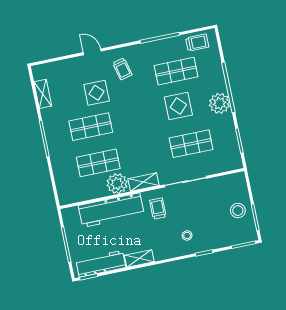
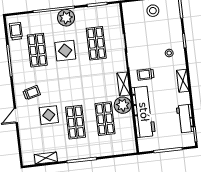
shelving: (139, 259) -> (183, 81), moved
workbench: (101, 264) -> (185, 119), width x0.73

